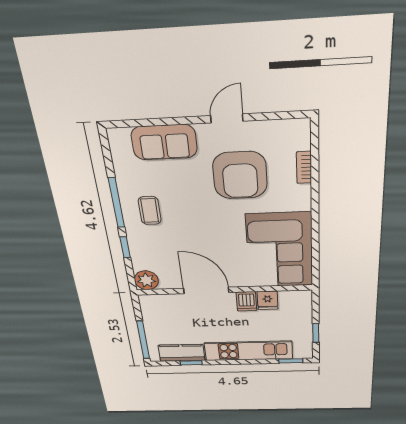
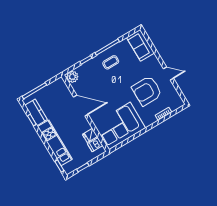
sofa: (164, 142) -> (140, 45), moved
door: (206, 290) -> (81, 106), hinge flipped
dishwasher: (246, 301) -> (95, 145), moved

